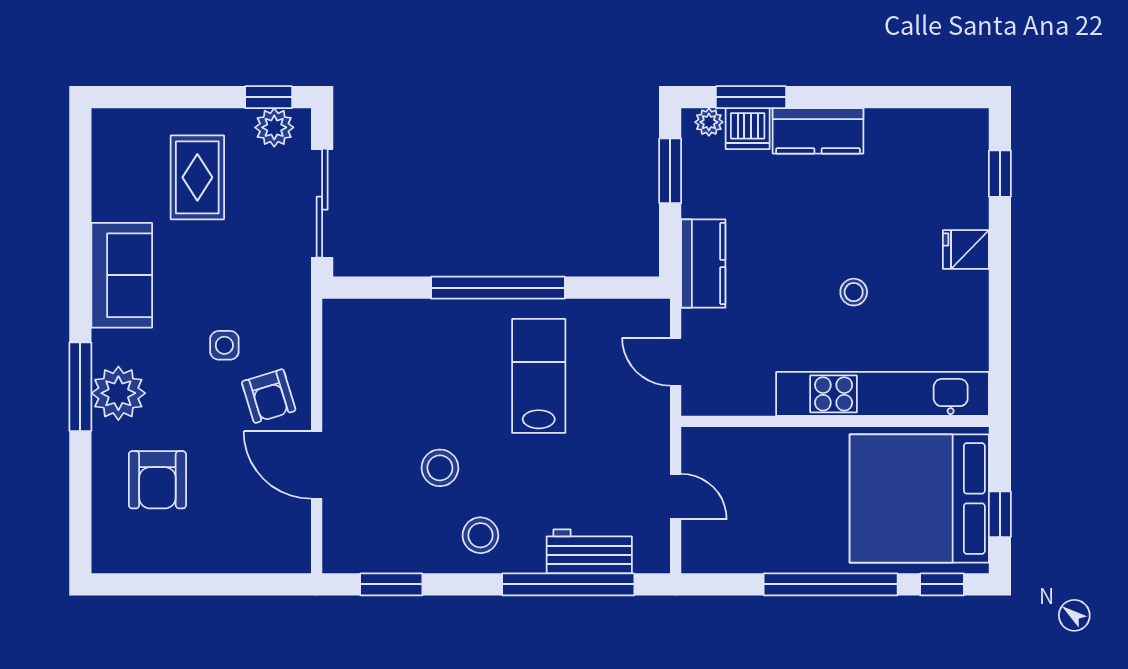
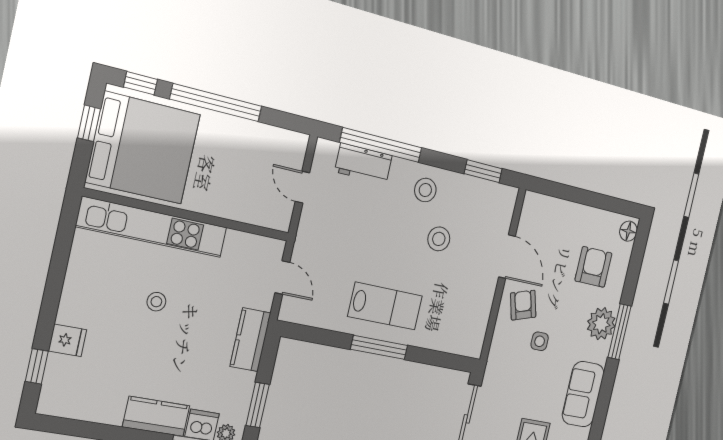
fridge: (966, 250) -> (68, 340), moved
window: (498, 288) -> (379, 347), width x0.68
lab bench: (539, 376) -> (385, 306), moved, turned -90
floor lamp: (108, 549) -> (628, 231), added

